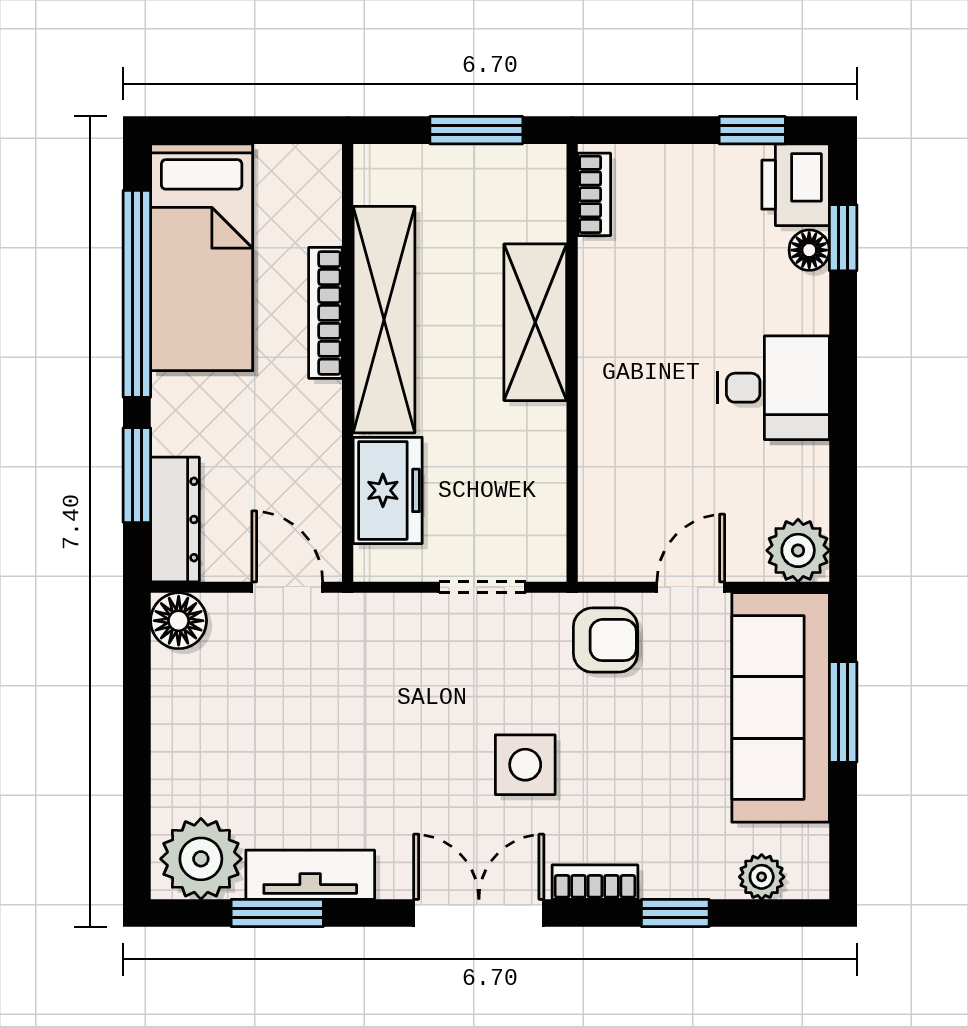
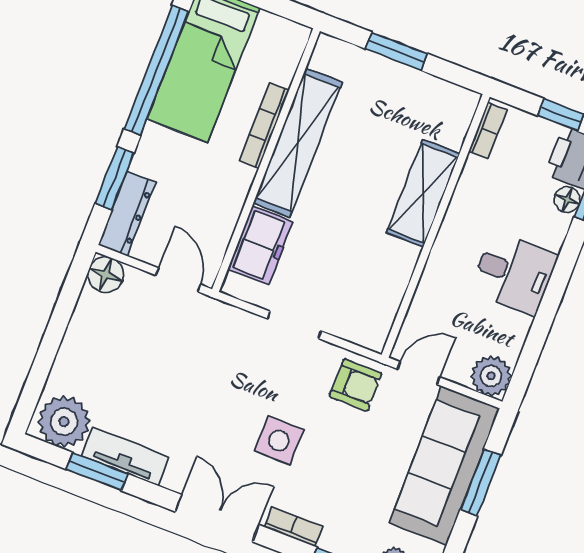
bookcase: (594, 194) -> (488, 131), moved
shelving: (535, 322) -> (423, 193), moved
wall: (572, 363) -> (436, 226), moved

